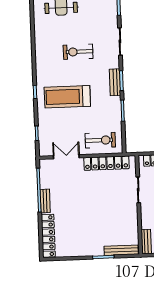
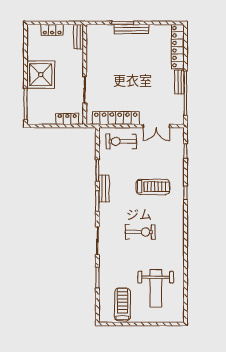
bench: (115, 82) -> (104, 188), moved
treadmill: (67, 97) -> (153, 187), width x0.73, depth x0.73
bench: (121, 250) -> (132, 29), moved

